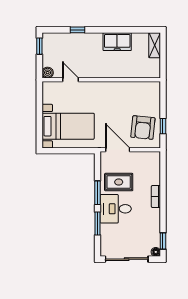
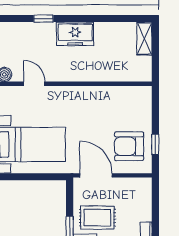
freezer: (117, 42) -> (75, 34), moved
armchair: (143, 128) -> (129, 146), turned 84

